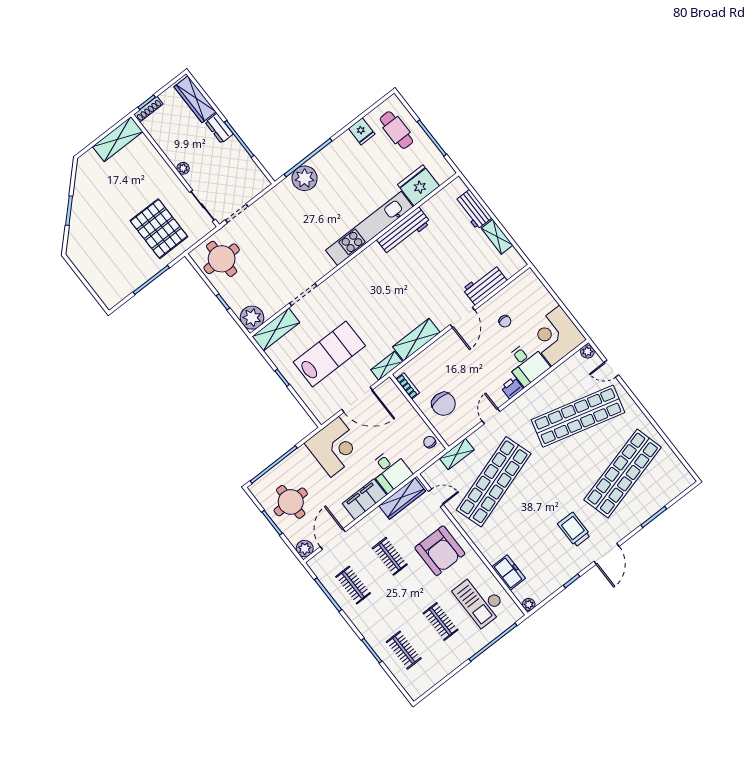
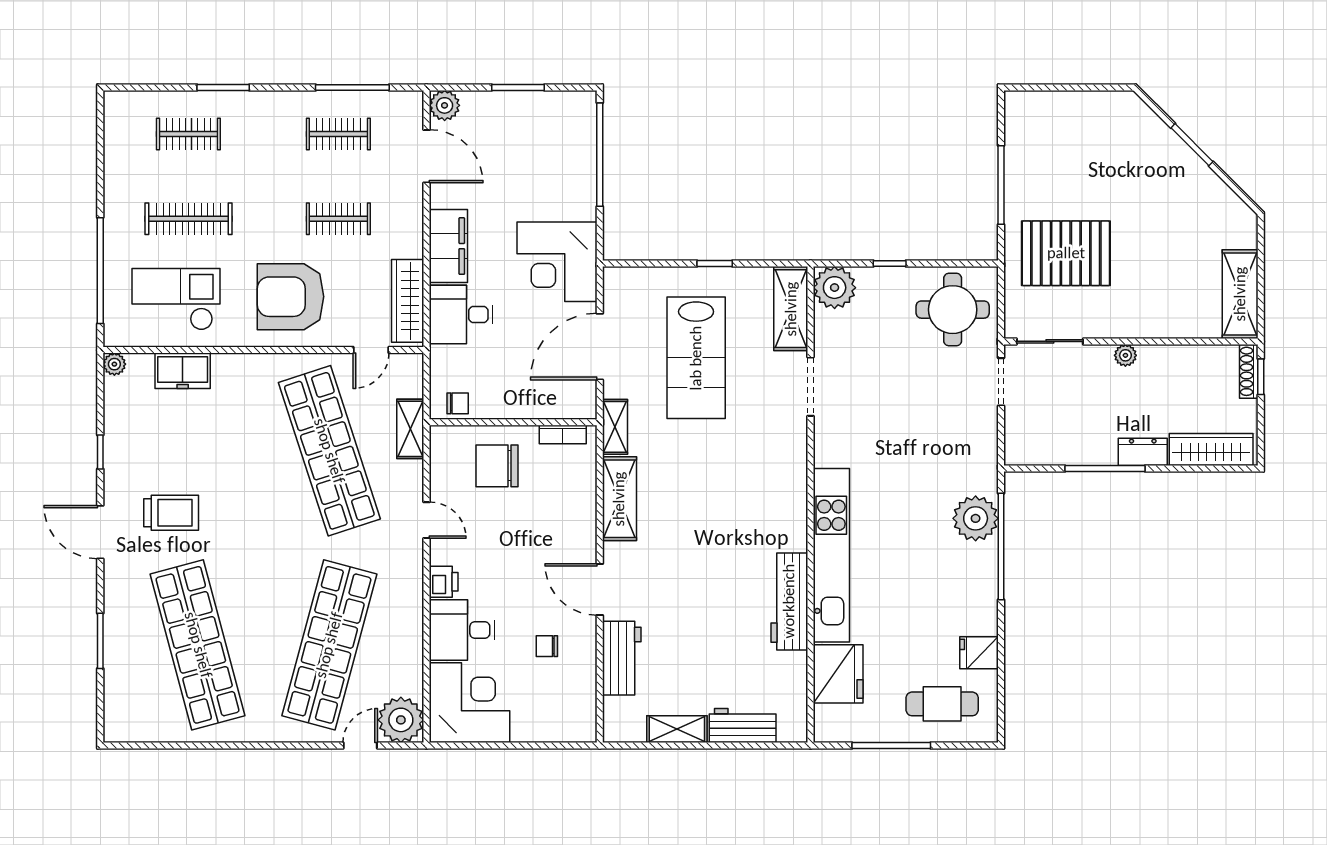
plant: (587, 352) -> (401, 720), width x1.88, depth x1.88
round table: (291, 502) -> (527, 137), removed
clothes rail: (441, 621) -> (188, 219), width x1.36

